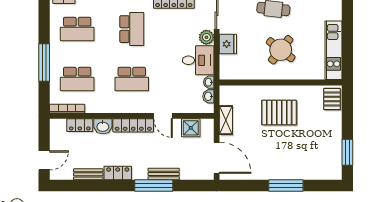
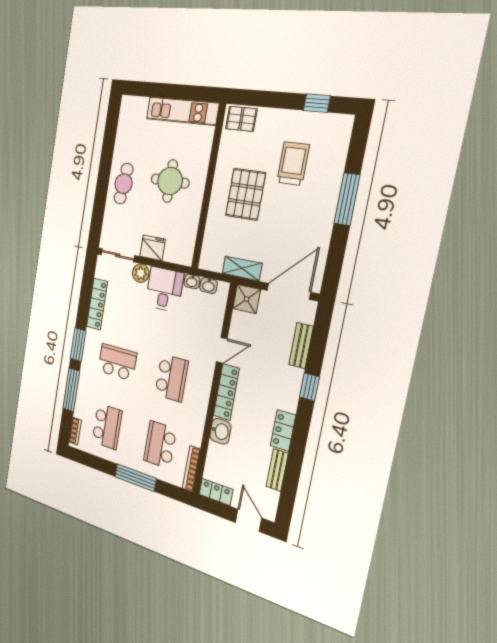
round table: (281, 50) -> (170, 181), turned -38
school desk: (77, 79) -> (160, 445), turned 180
locker: (80, 125) -> (216, 492), moved, turned -90
shower: (191, 128) -> (247, 299), moved
trolley: (305, 143) -> (293, 164), added
window: (347, 152) -> (317, 103), width x0.67
bench: (164, 174) -> (301, 346), moved
window: (154, 185) -> (309, 387), width x0.46

